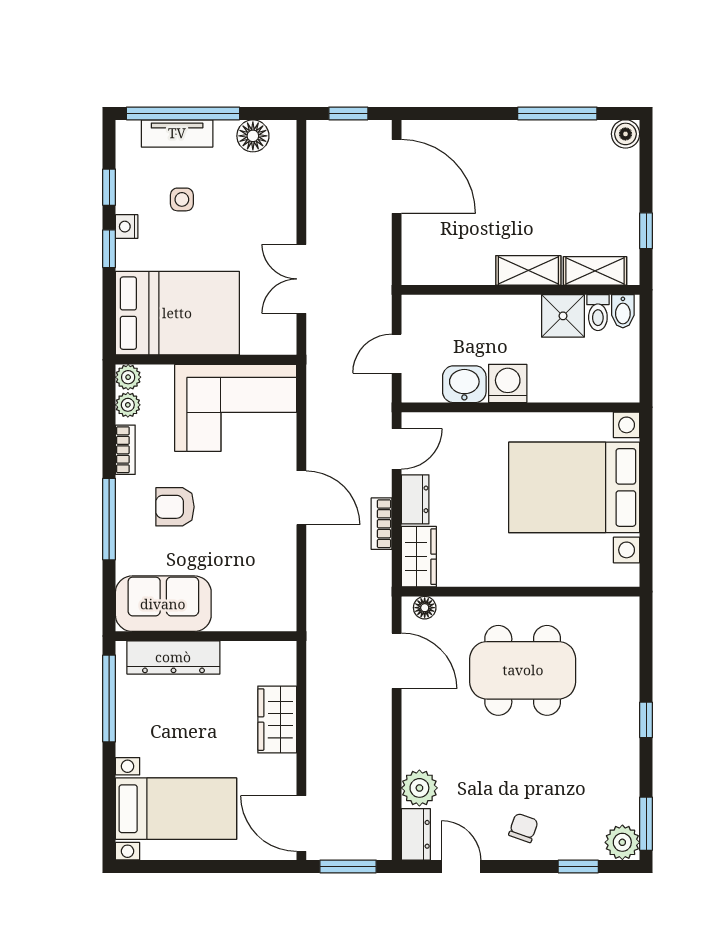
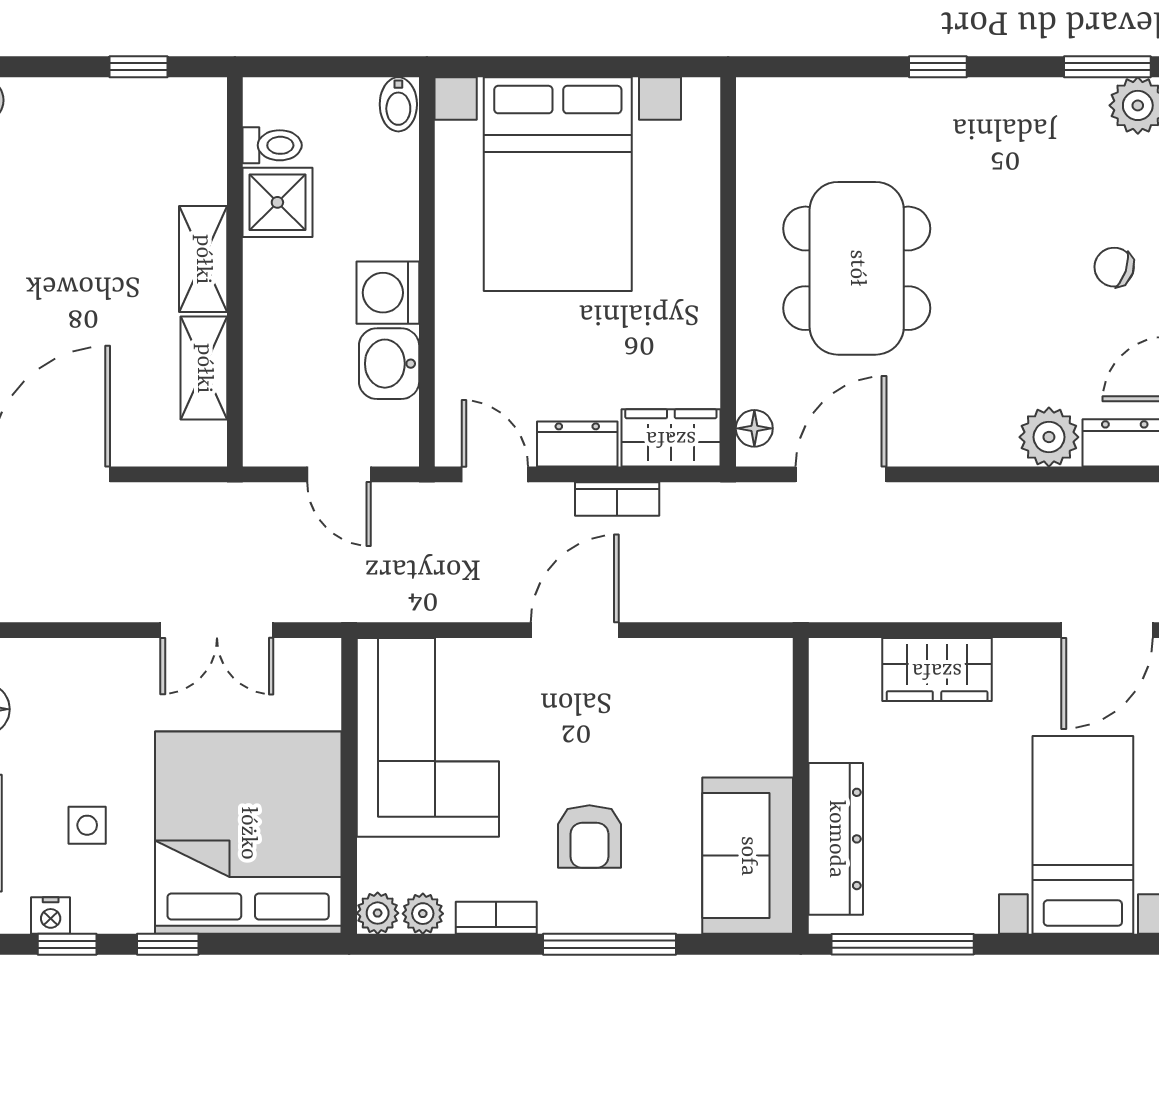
nightstand: (127, 227) -> (51, 916), moved
shelving: (595, 271) -> (204, 368), moved
bidet: (623, 311) -> (398, 104), moved, turned 90
bed: (177, 313) -> (248, 833), width x1.36

